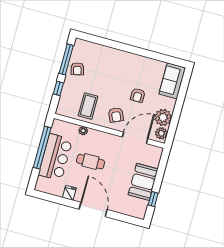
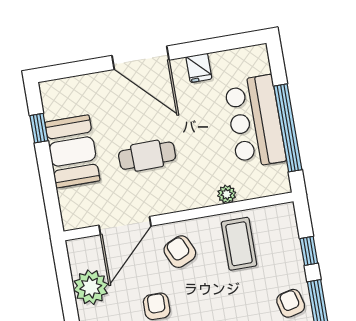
plant: (161, 133) -> (80, 257), removed
cafe table: (91, 162) -> (147, 156), moved

